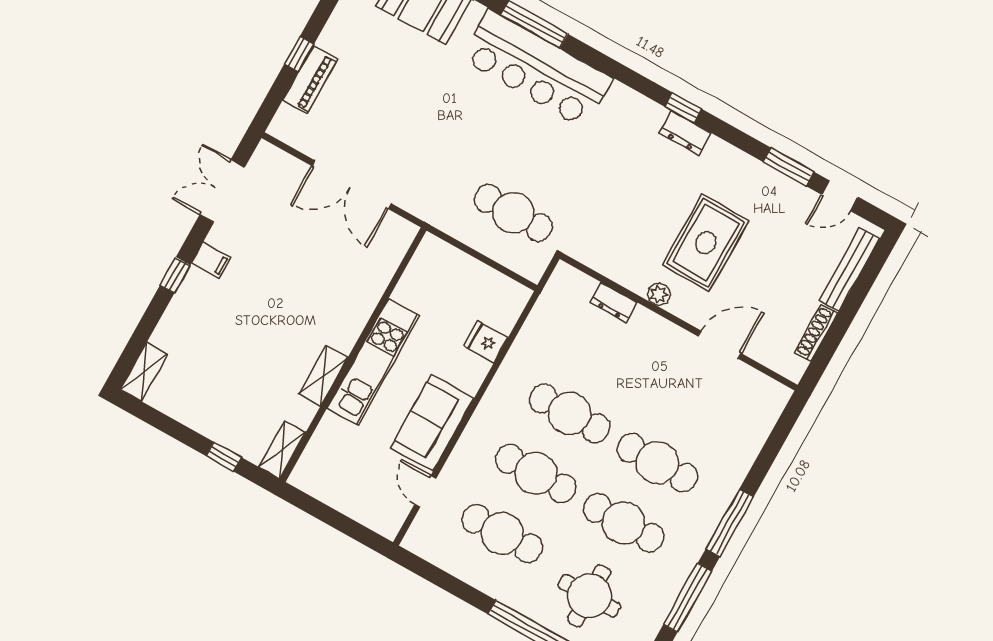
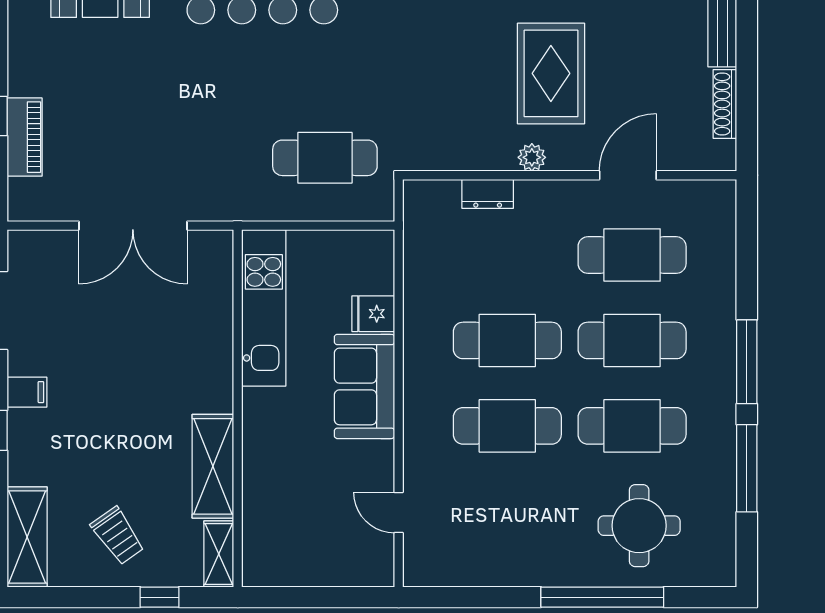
kitchen unit: (373, 362) -> (264, 308), moved
shelving: (144, 372) -> (27, 537), width x1.50, depth x1.33
shelving: (323, 376) -> (213, 466), width x1.50, depth x1.33
trolley: (218, 397) -> (118, 536), added
sofa: (432, 423) -> (364, 386), moved
cafe table: (502, 534) -> (632, 255), moved

